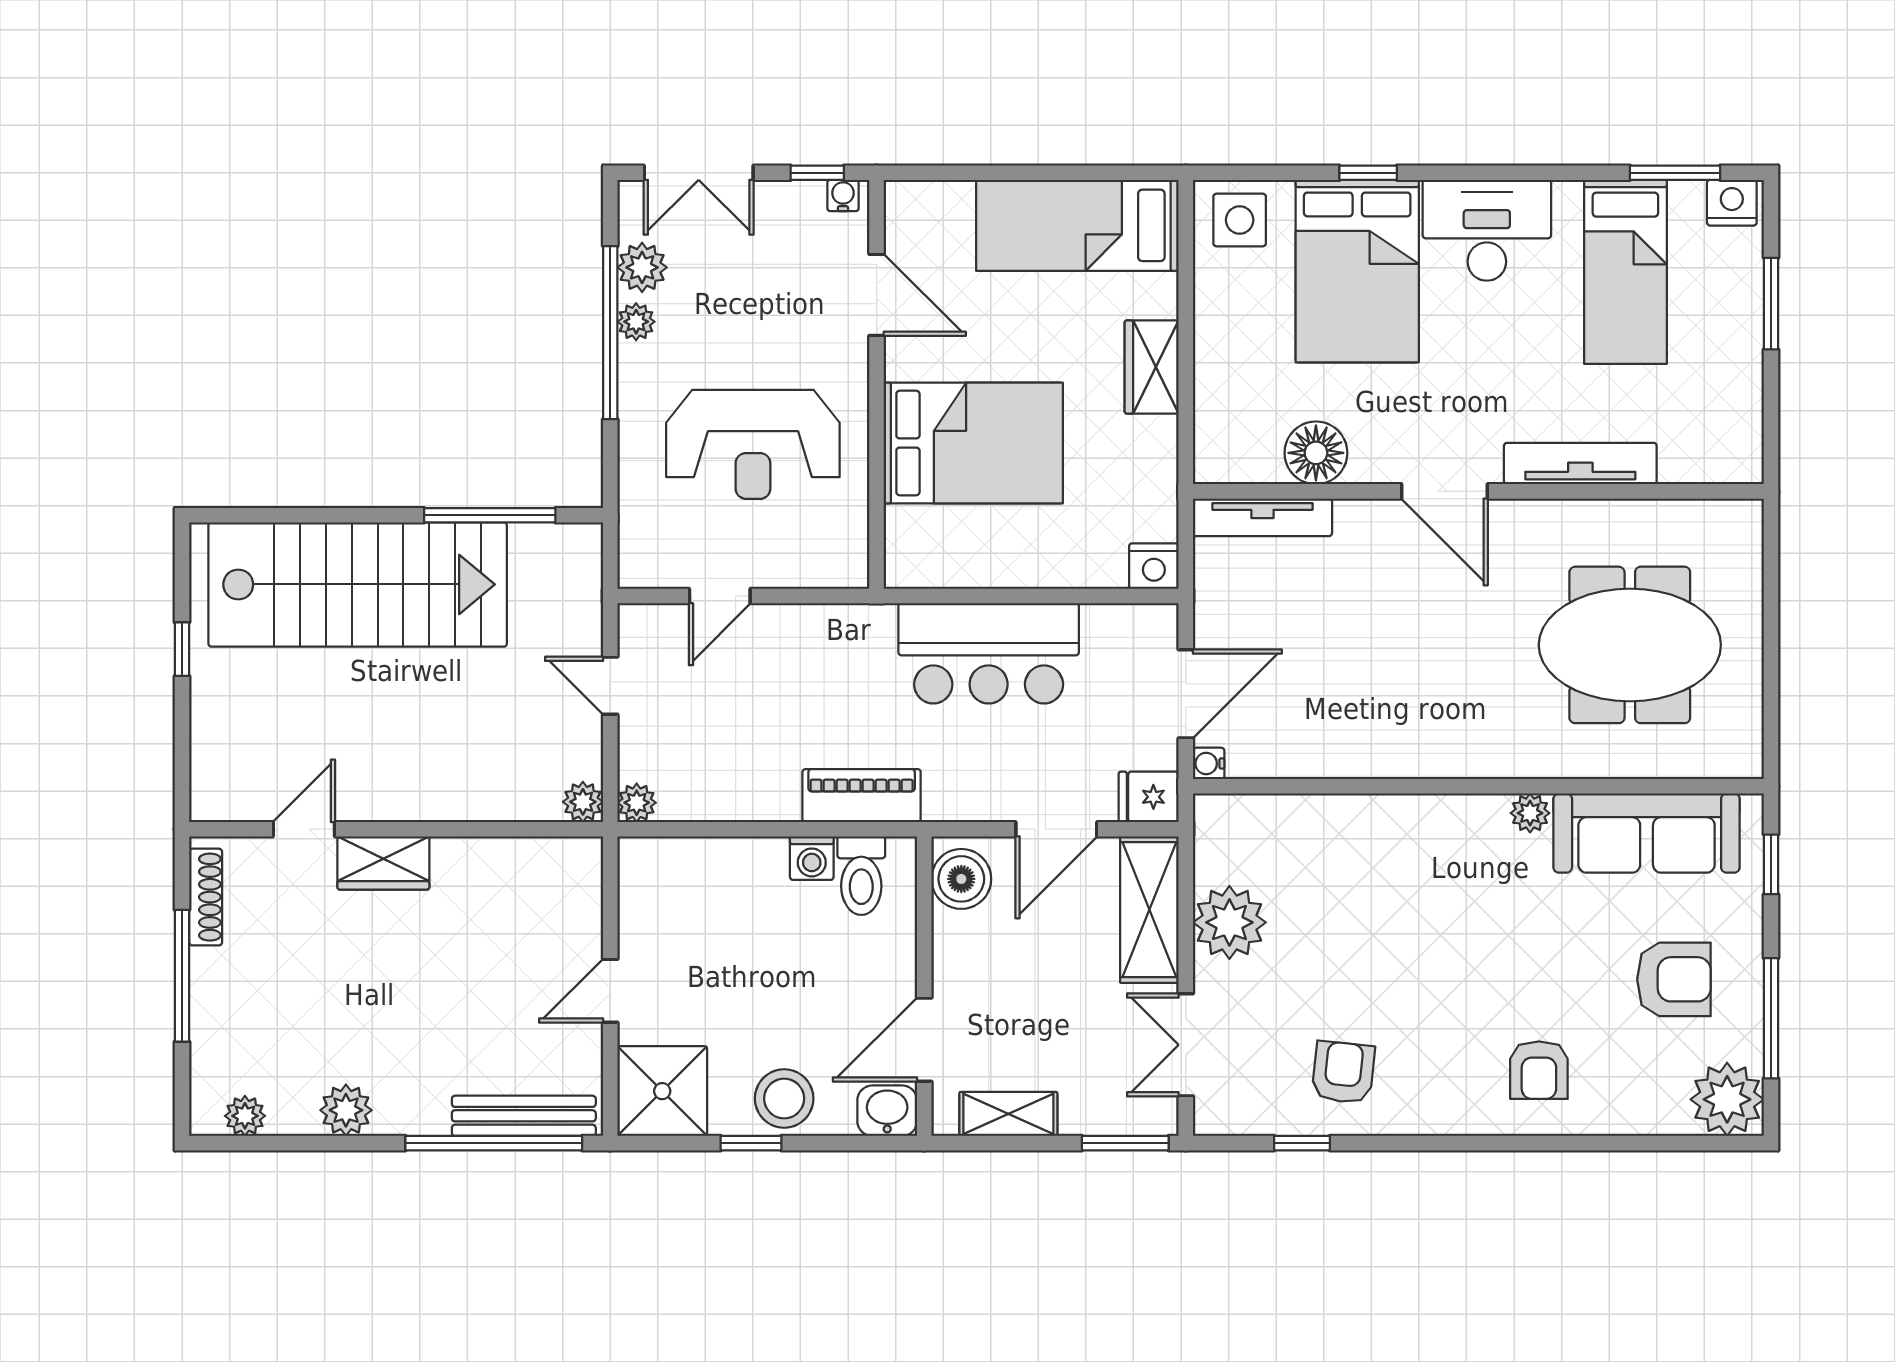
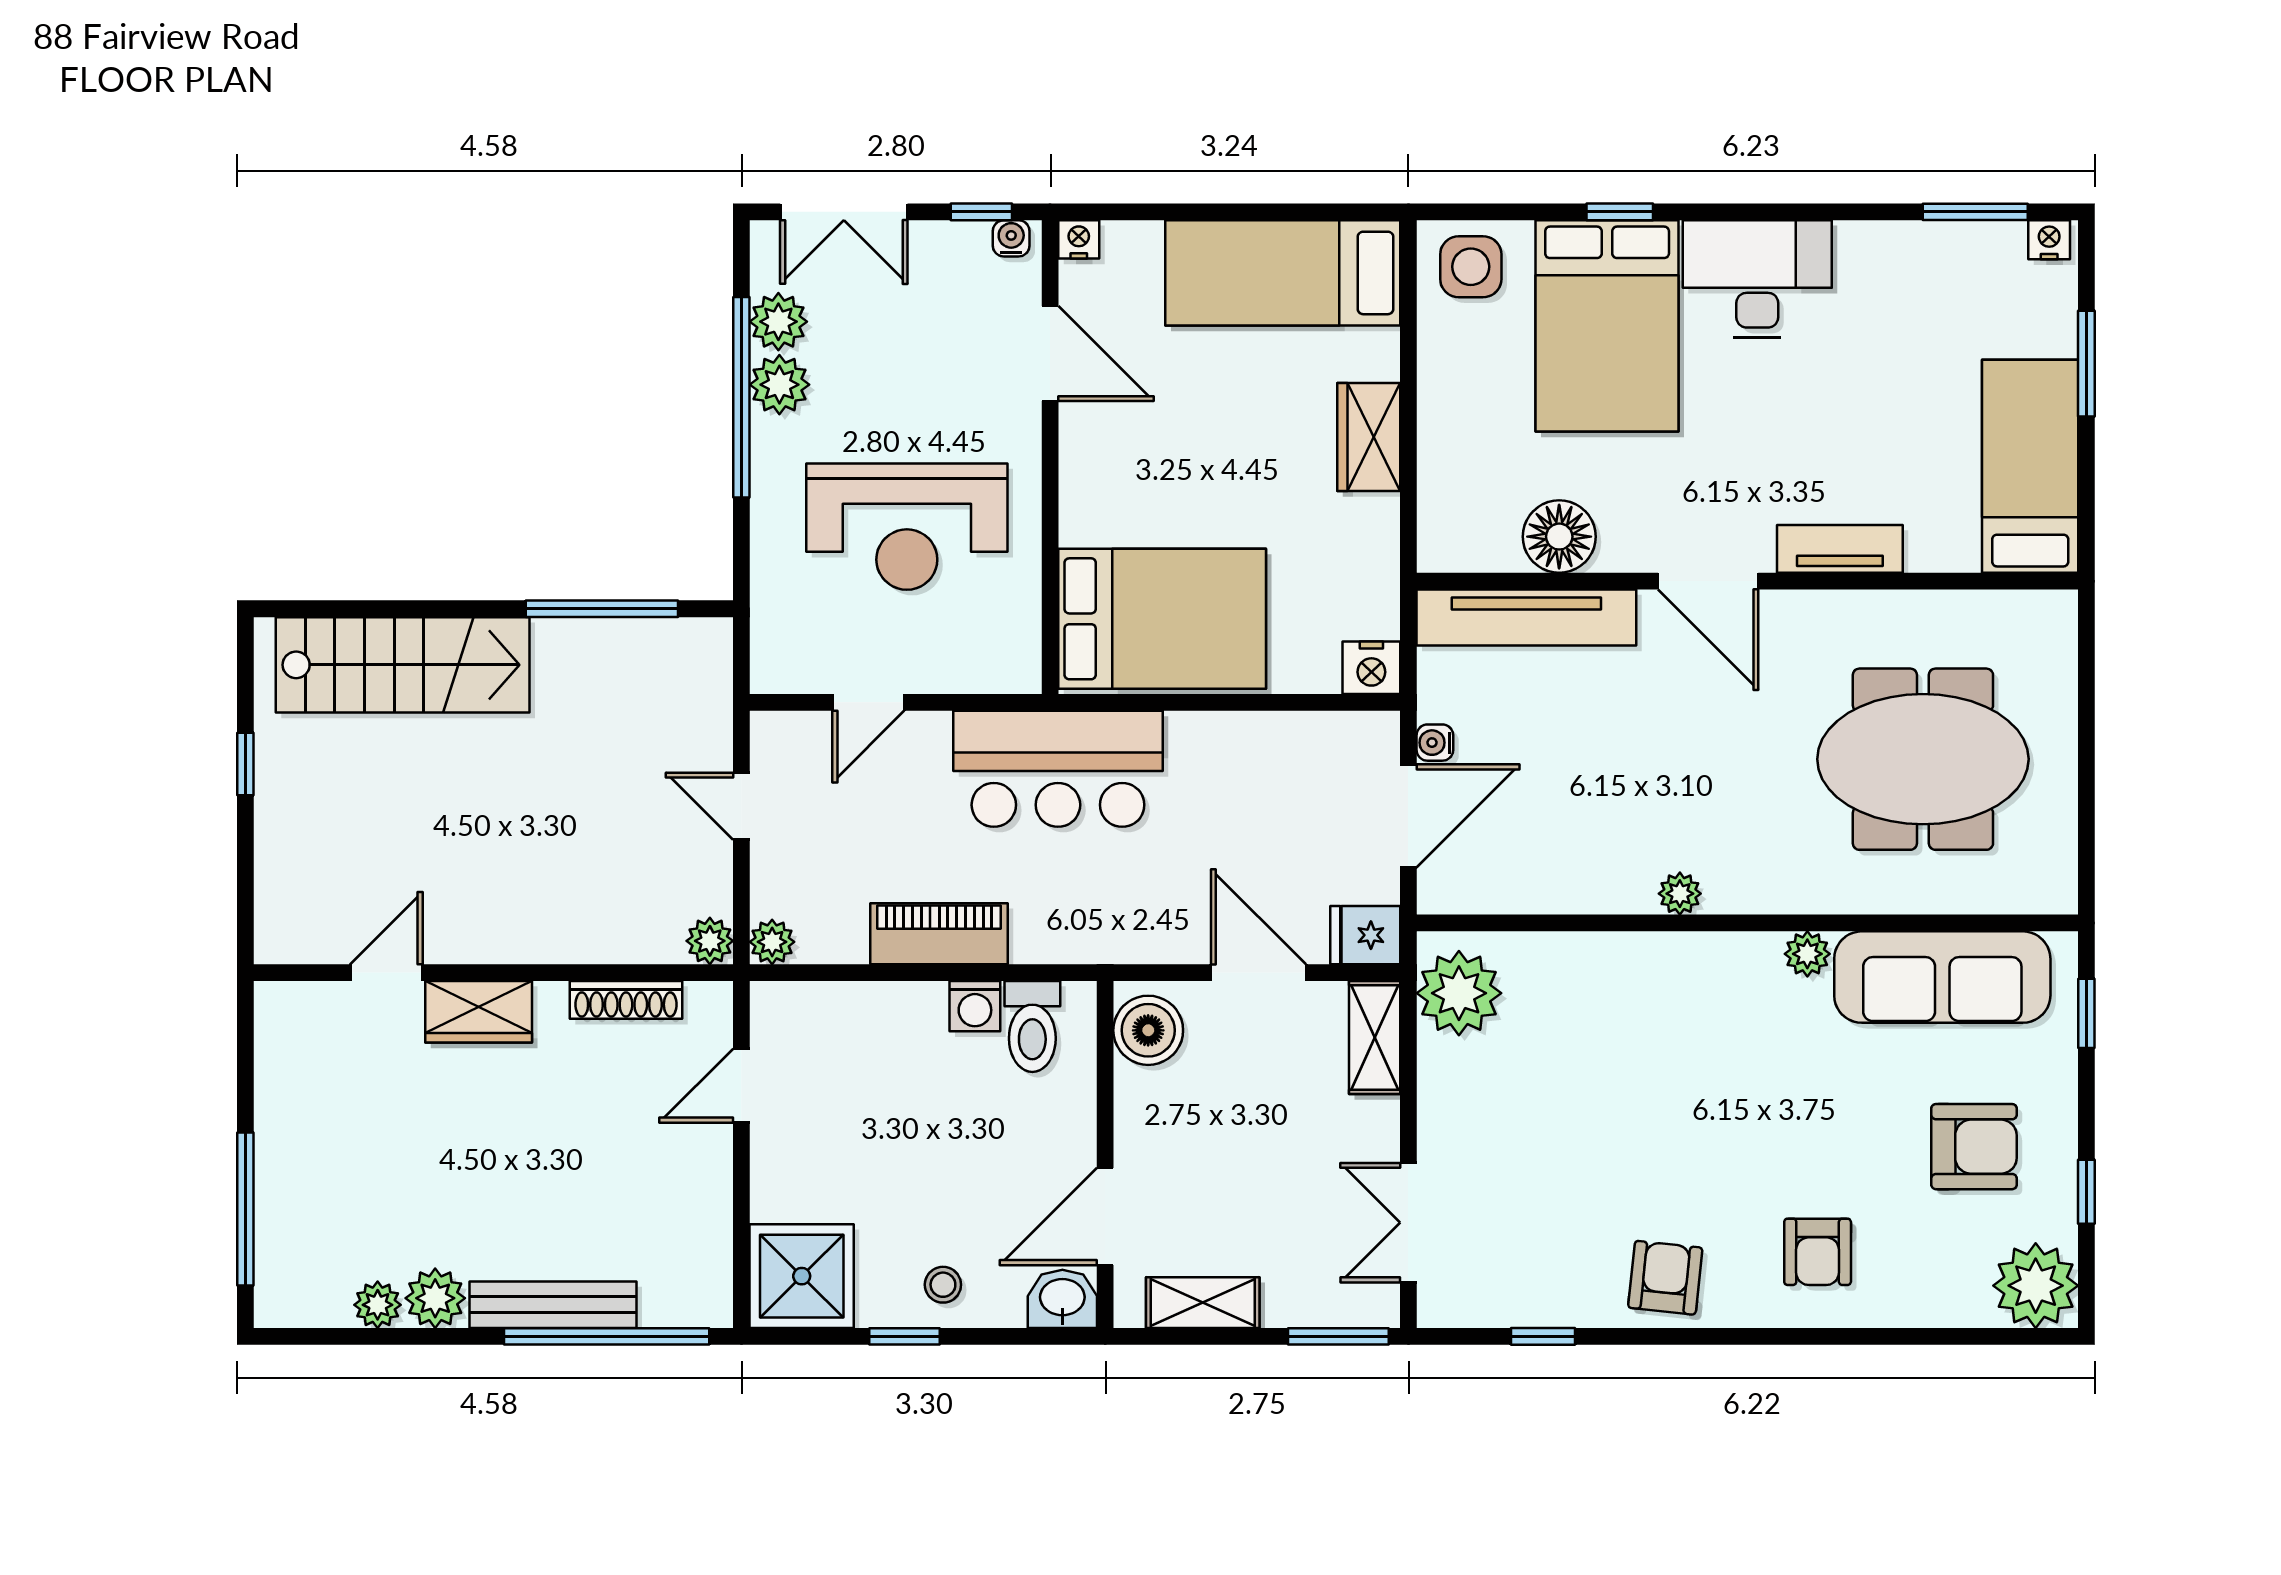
nightstand: (901, 196) -> (1079, 239), added
nightstand: (1732, 203) -> (2049, 240), width x0.72, depth x0.74
bed: (1625, 272) -> (2030, 466), moved, turned 180
plant: (636, 322) -> (779, 385), width x1.38, depth x1.38
bed: (973, 443) -> (1162, 619), moved
tv unit: (1580, 464) -> (1840, 549), width x0.71
tv unit: (1262, 517) -> (1526, 618), width x1.36, depth x1.29
stairs: (358, 584) -> (403, 665), width x0.73, depth x0.66
bar counter: (989, 653) -> (1058, 769), moved
plant: (1420, 761) -> (1680, 894), added
water cooler: (1209, 763) -> (1435, 743), moved
piano: (862, 796) -> (939, 934), moved
door: (1056, 829) -> (1259, 973), swing flipped
shoe rack: (206, 897) -> (626, 1000), moved, turned 90
shelving: (1149, 910) -> (1375, 1038), width x0.67, depth x0.75
plant: (1229, 922) -> (1459, 993), moved
window: (182, 976) -> (245, 1209), moved
door: (610, 991) -> (741, 1086), moved
window: (1771, 1018) -> (2086, 1192), width x0.46
armchair: (1343, 1072) -> (1665, 1278), moved
stool: (784, 1099) -> (943, 1285), width x0.53, depth x0.53
plant: (245, 1116) -> (378, 1305), moved
bench: (524, 1116) -> (553, 1305), moved

